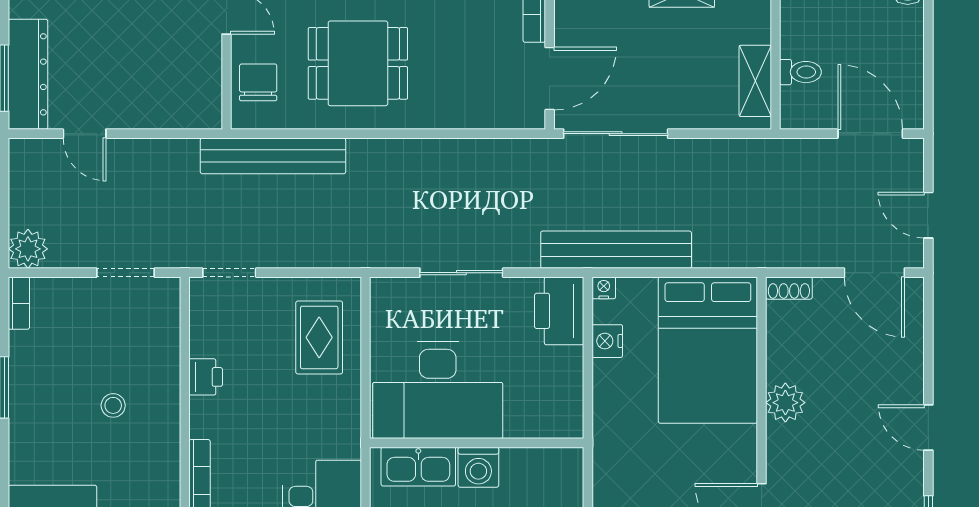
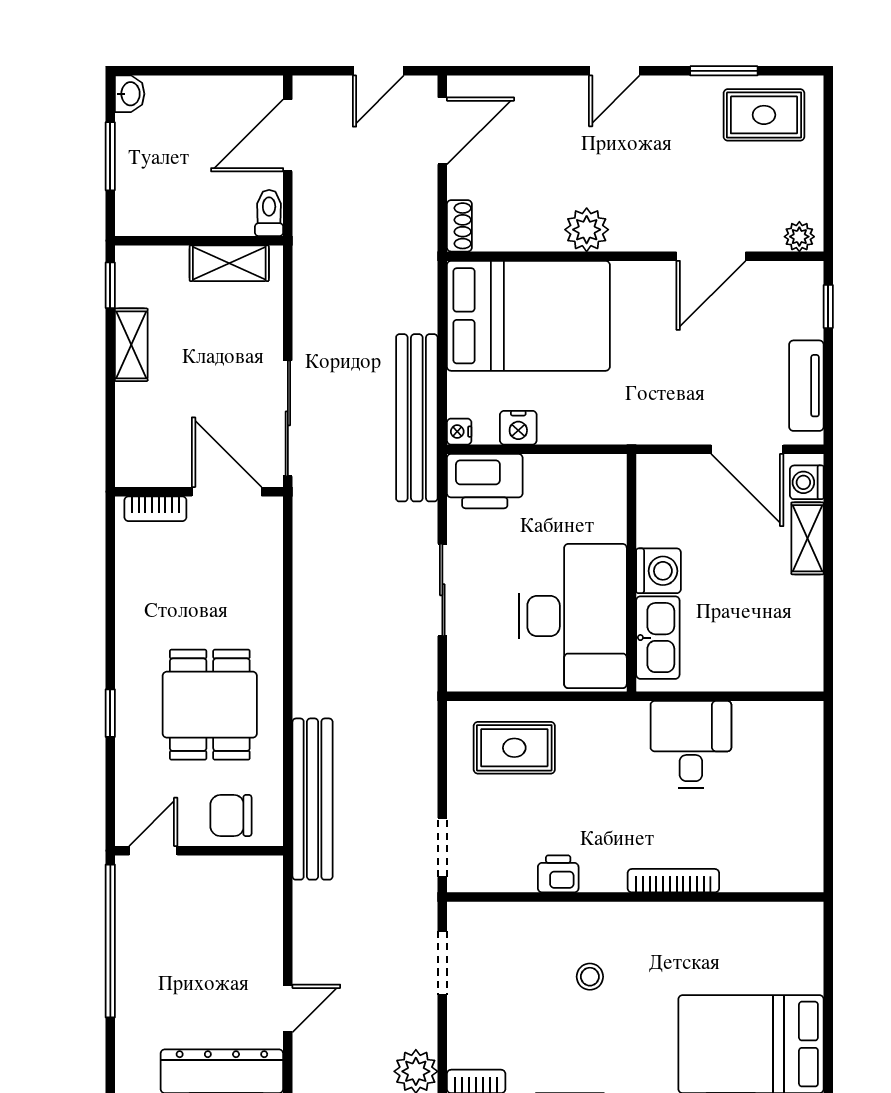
toilet: (800, 72) -> (269, 213), moved

